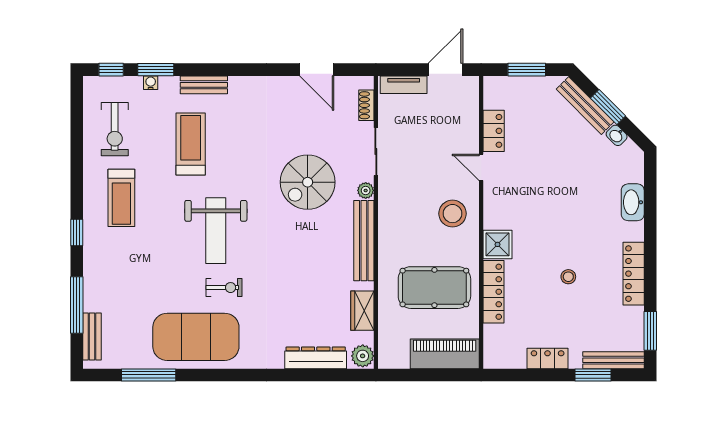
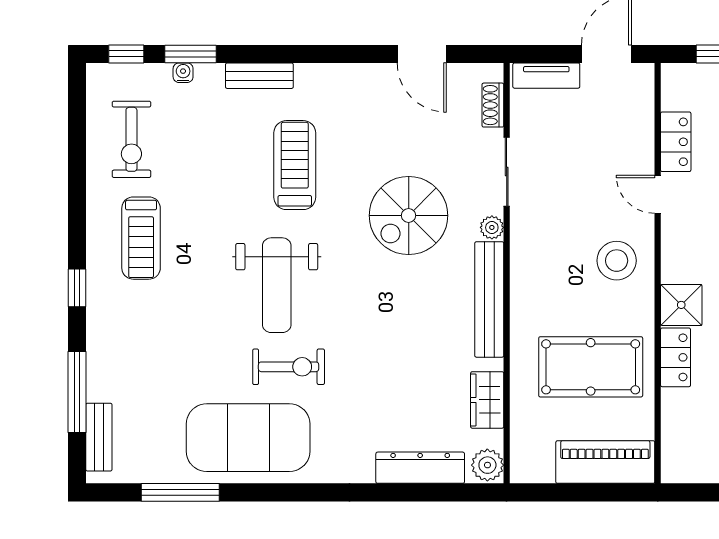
treadmill: (191, 144) -> (295, 165), moved
exercise bike: (224, 288) -> (289, 367), width x1.38, depth x1.39
locker: (494, 292) -> (676, 357), width x0.66

